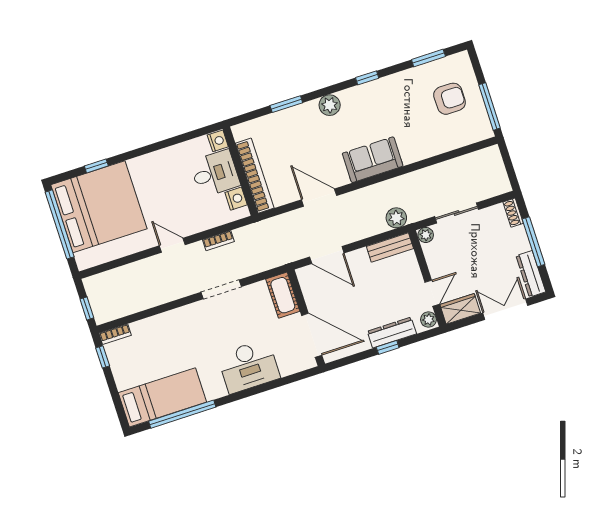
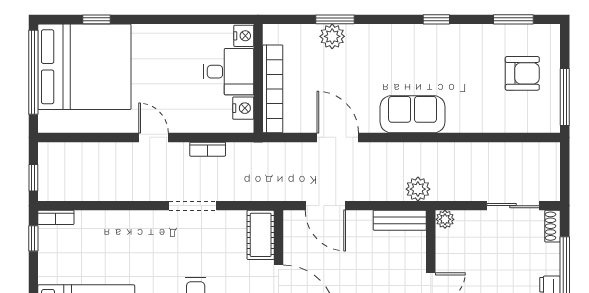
plant: (330, 105) -> (332, 36), moved
sliding door: (457, 213) -> (513, 206), moved

